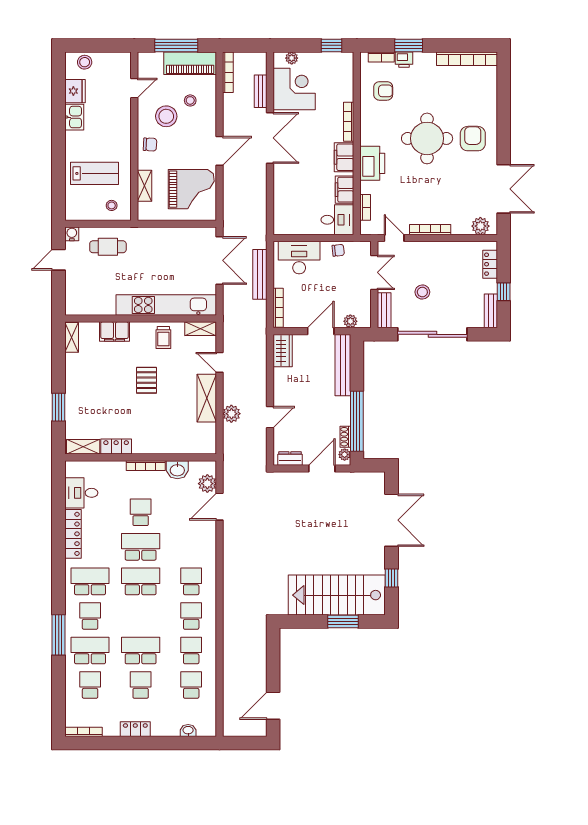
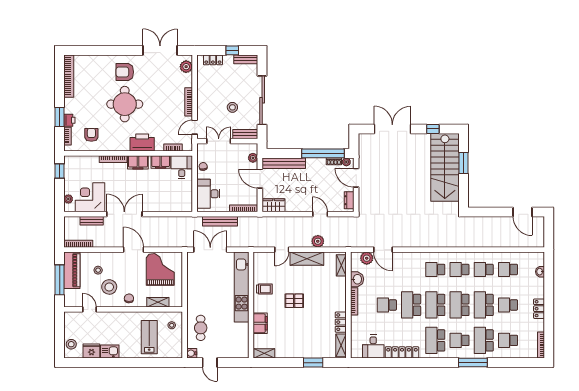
shelving: (200, 329) -> (341, 265), moved
school desk: (141, 616) -> (460, 305), added

